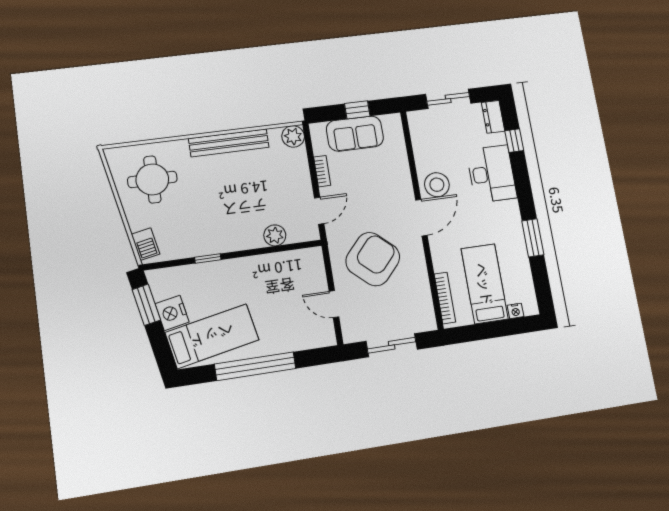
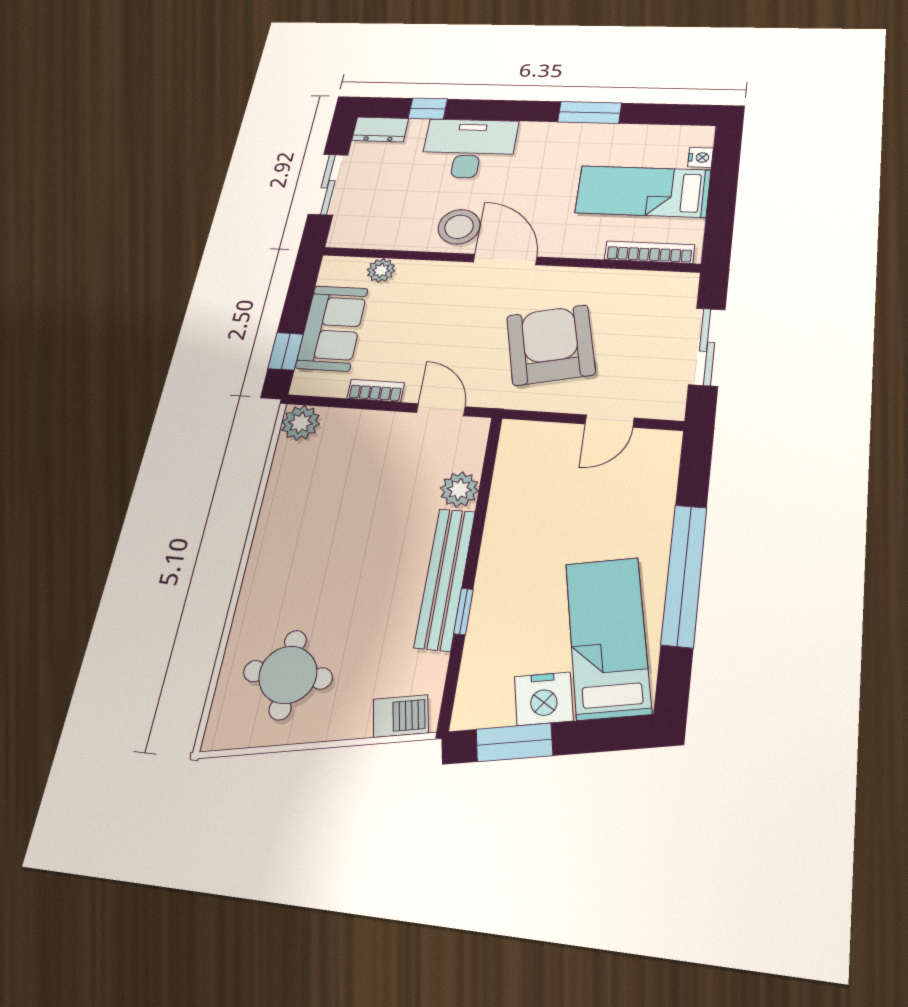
window: (357, 110) -> (286, 351), moved
bench: (229, 143) -> (445, 579), moved
plant: (398, 149) -> (381, 270), added
armchair: (373, 259) -> (551, 345), turned 35

